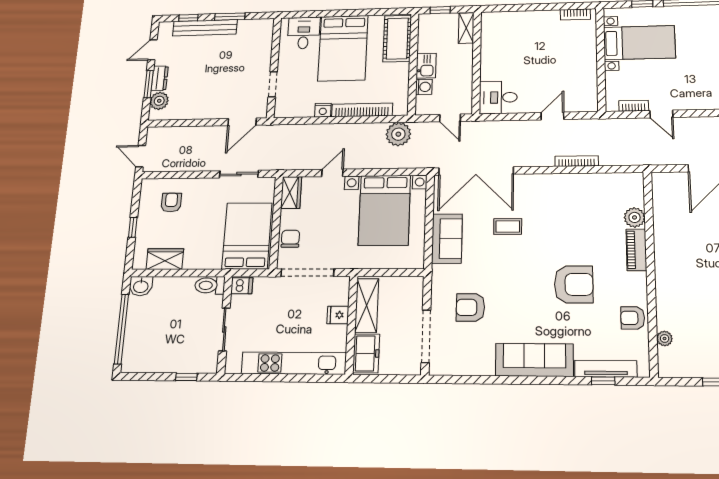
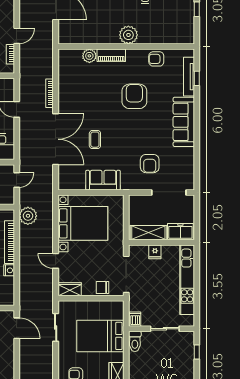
double door: (476, 171) -> (56, 139), moved
bed: (247, 236) -> (100, 336), moved
armchair: (633, 318) -> (156, 59), turned 90
plant: (665, 339) -> (128, 35), moved, width x1.87, depth x1.87

